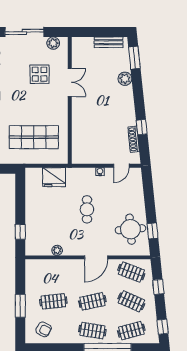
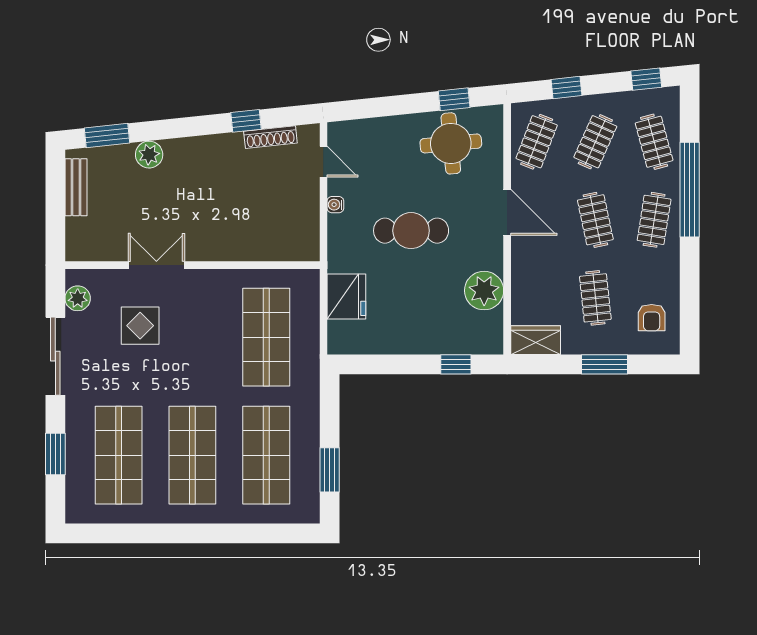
cafe table: (87, 209) -> (411, 231), width x1.37, depth x1.35
plant: (57, 250) -> (484, 291), width x1.88, depth x1.88
wardrobe: (32, 272) -> (536, 340), added
armchair: (44, 329) -> (652, 318), turned 152

